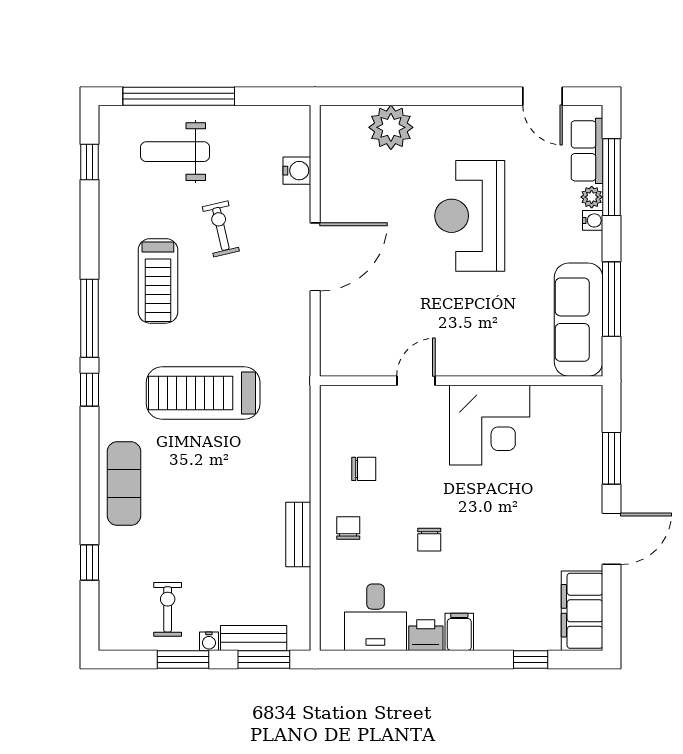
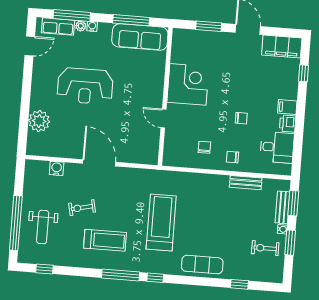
treadmill: (203, 393) -> (161, 223), turned 180
bench: (298, 535) -> (246, 183), moved

